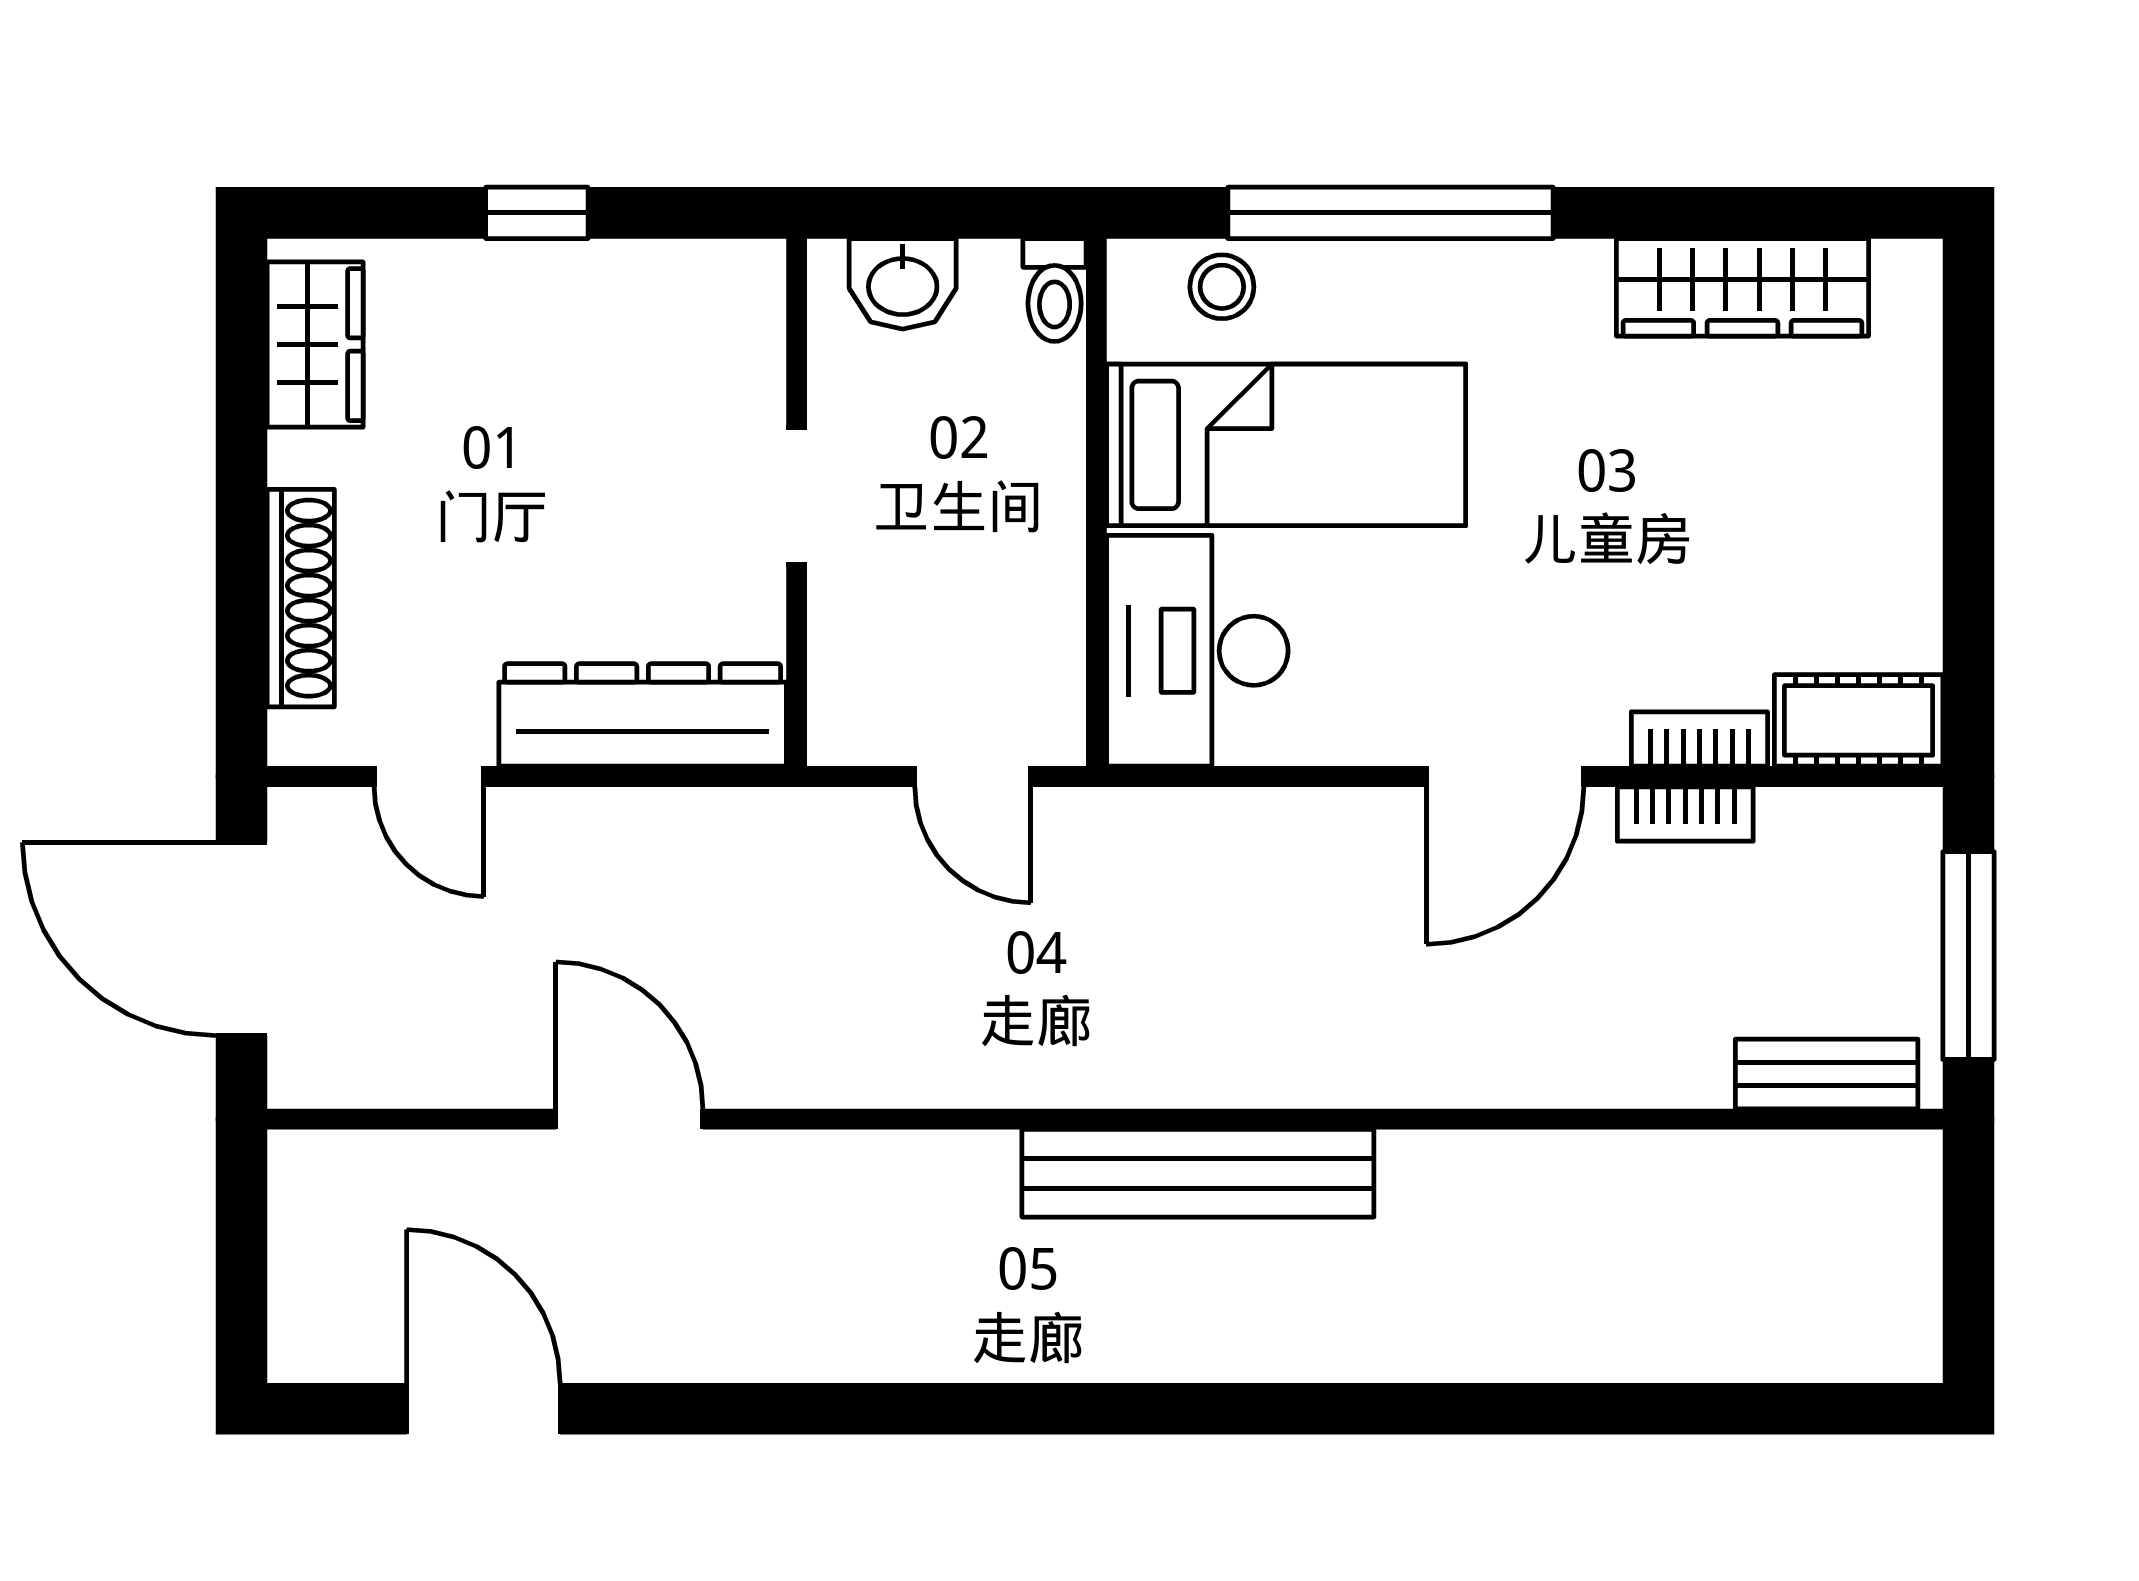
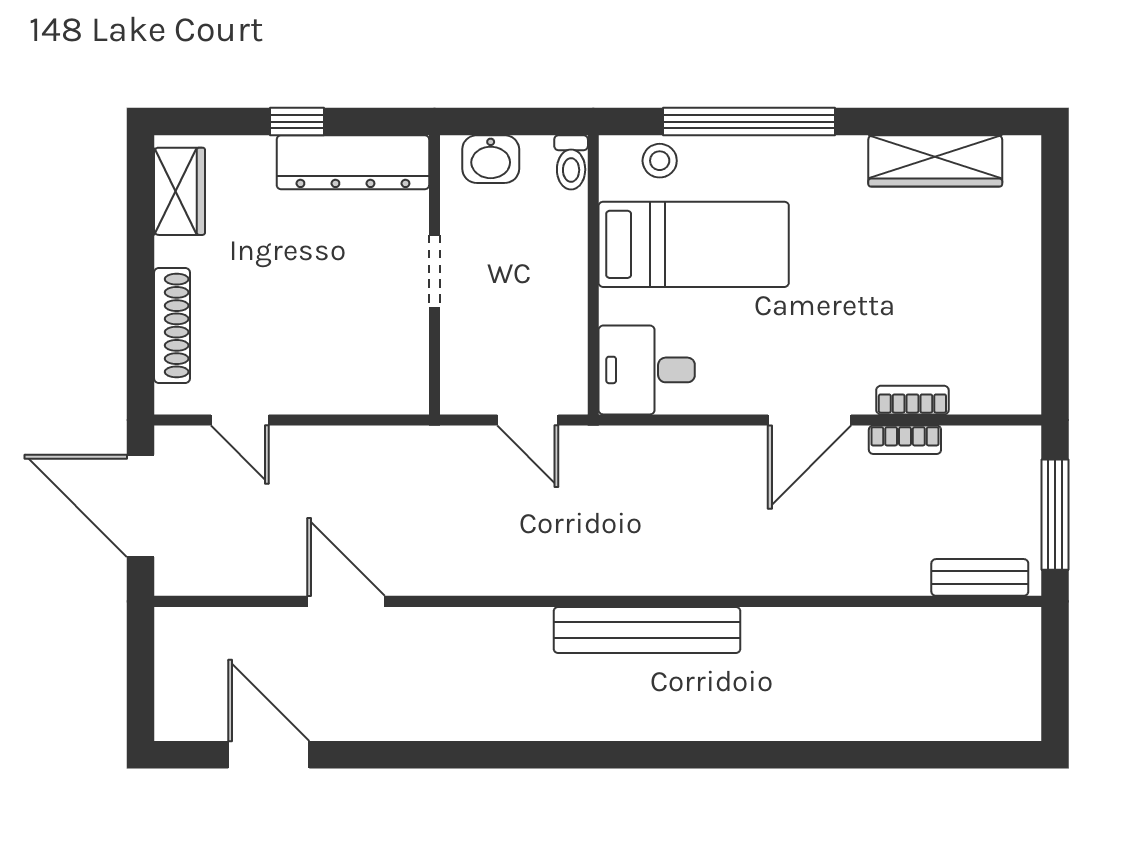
desk: (1197, 651) -> (647, 370), width x0.73
dresser: (643, 715) -> (353, 162), moved, turned 180
cot: (1859, 720) -> (997, 390), removed

